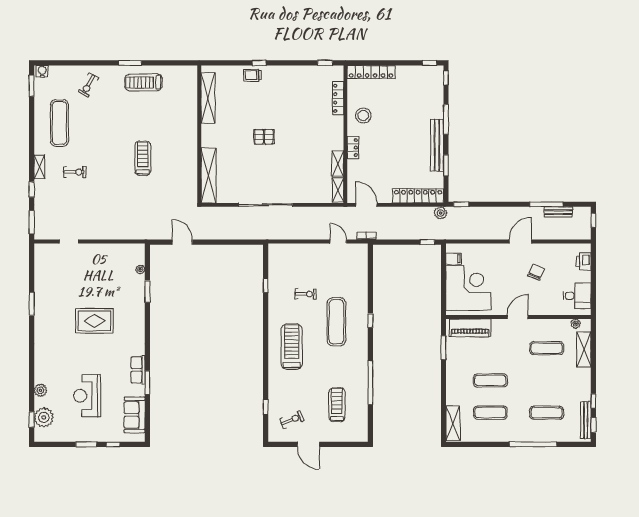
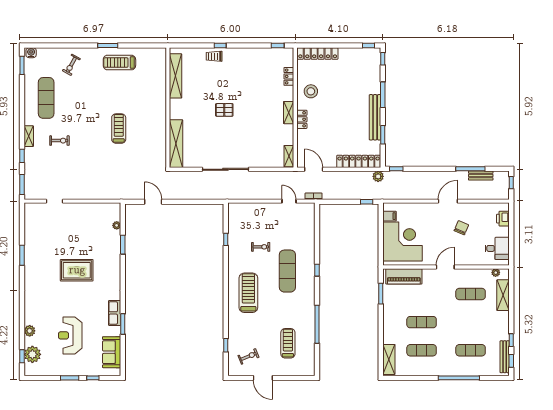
locker: (338, 98) -> (289, 76), width x0.66
shelving: (338, 164) -> (289, 113), moved

